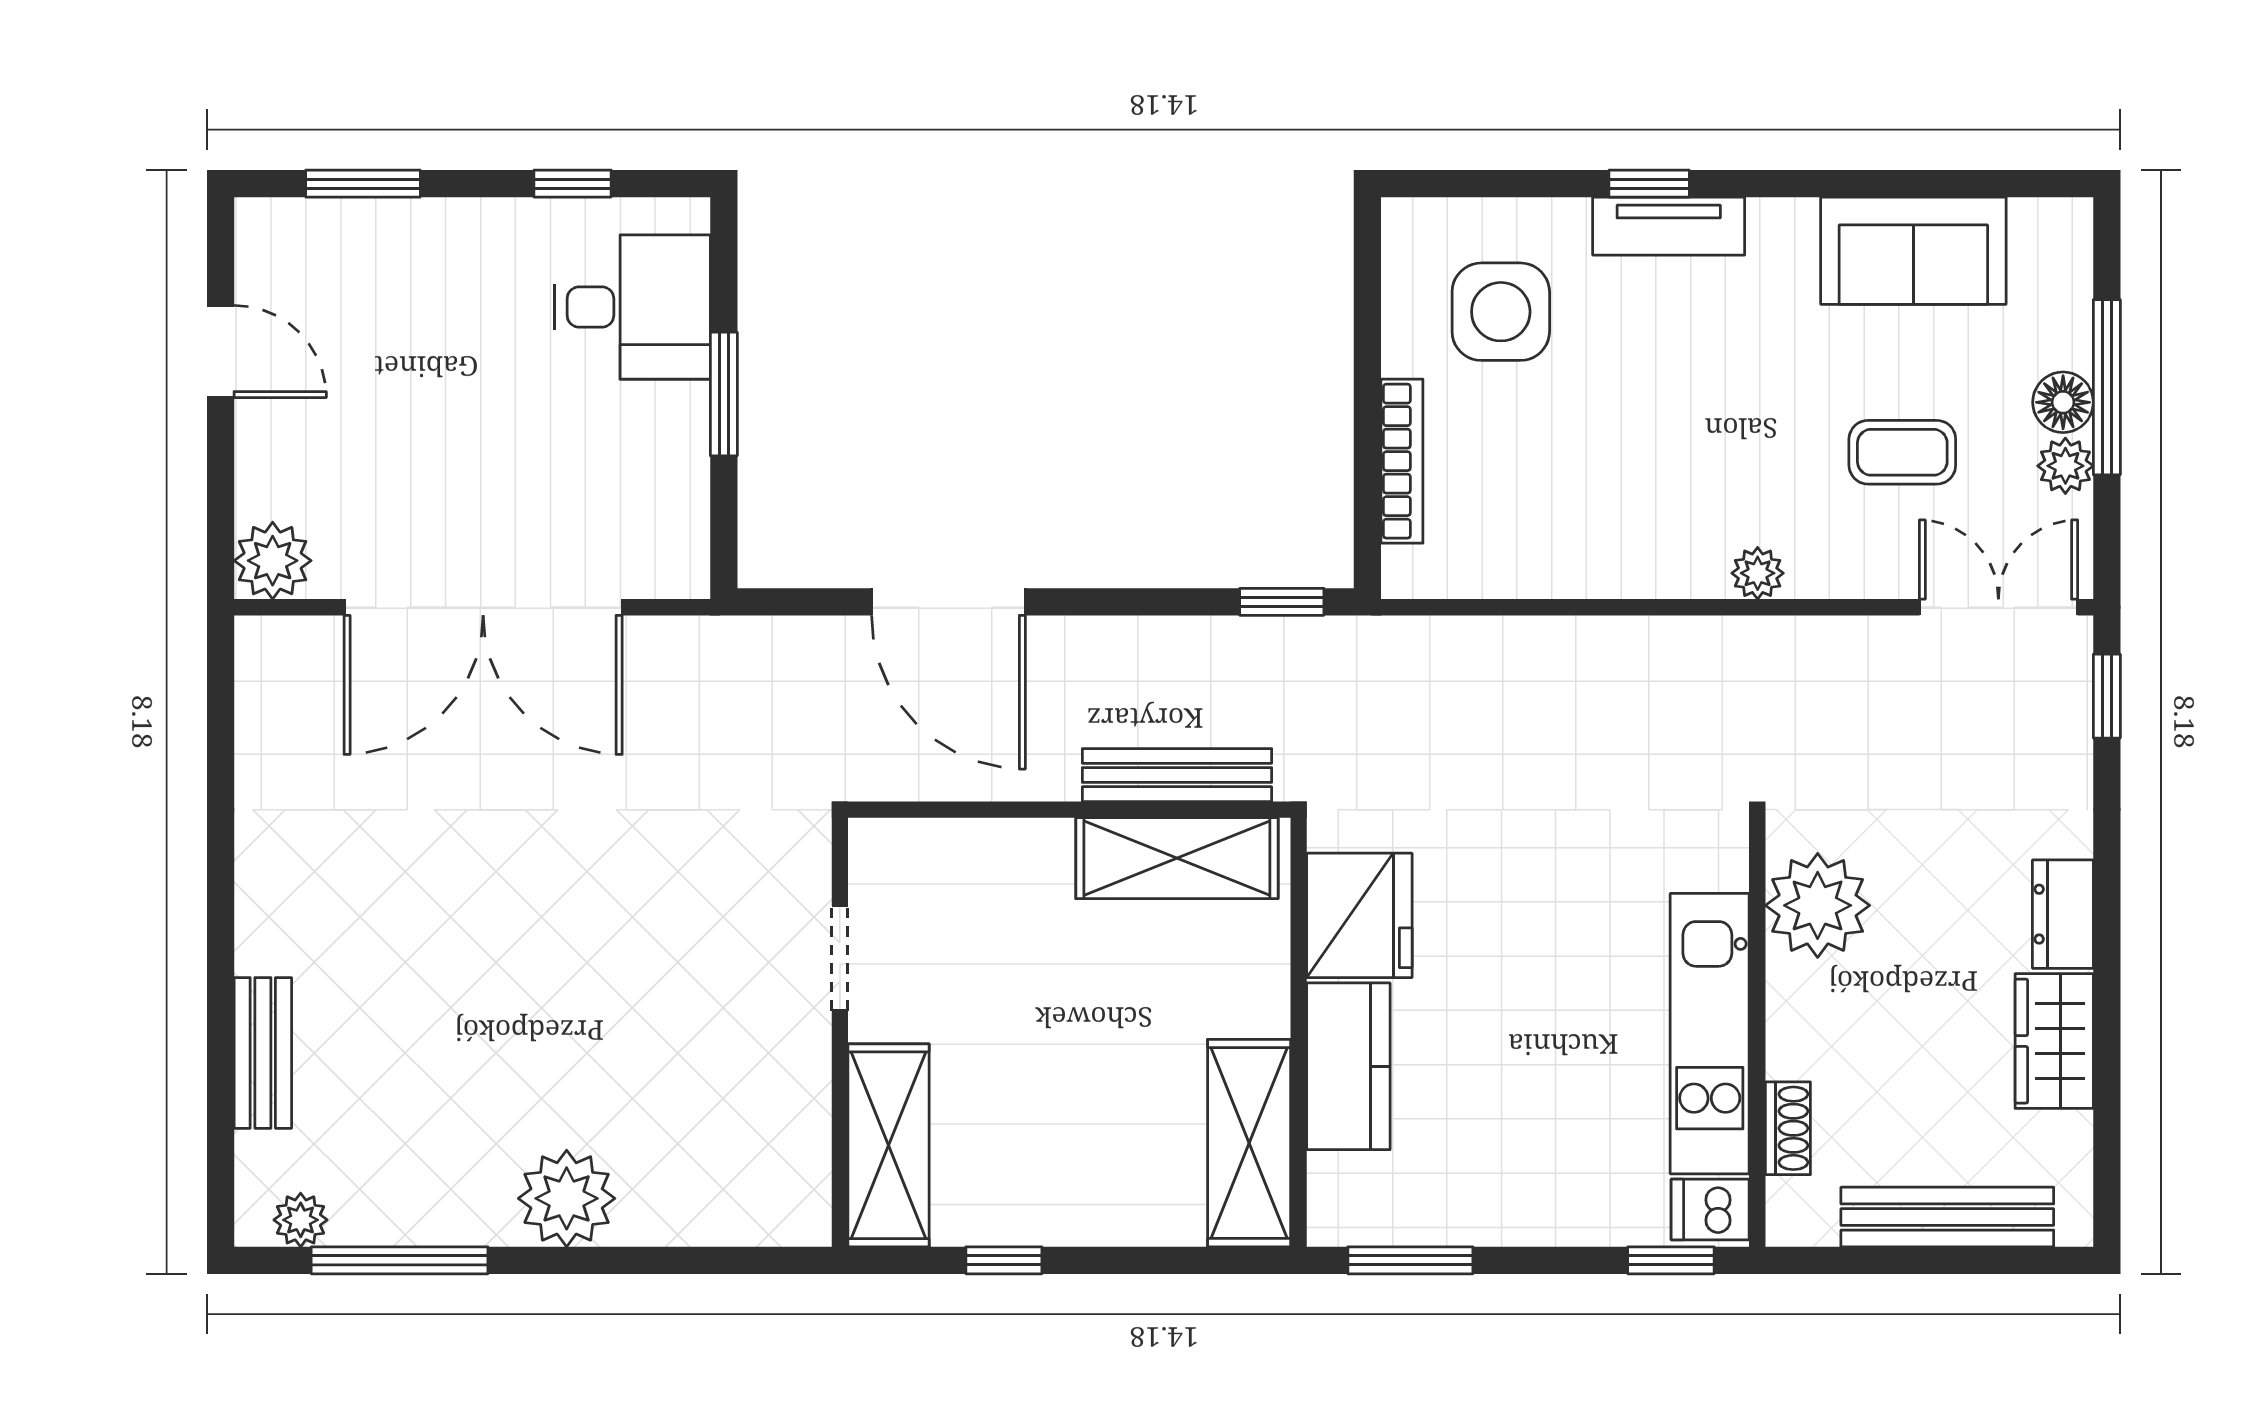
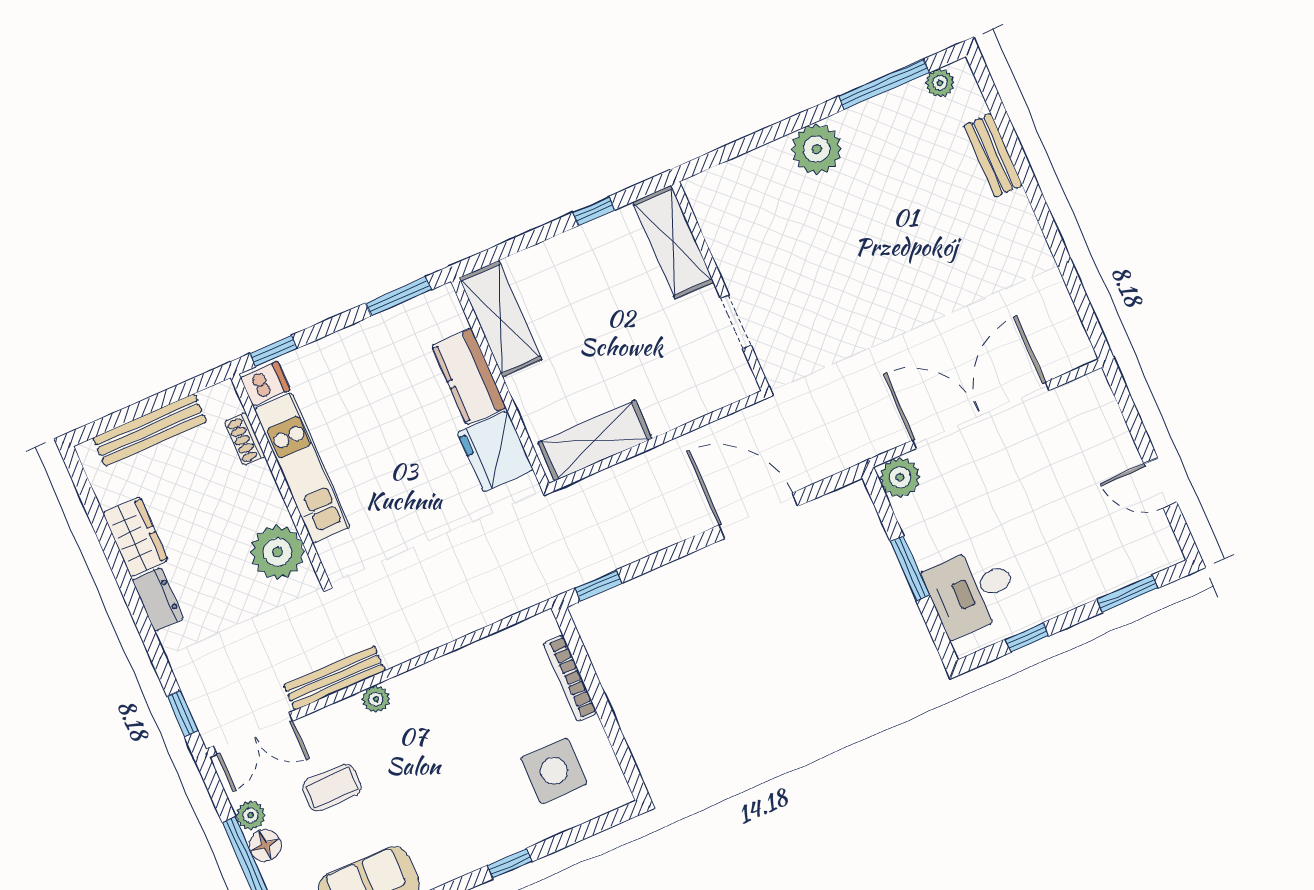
tv unit: (1669, 226) -> (491, 847), removed
plant: (273, 561) -> (900, 477), moved
bench: (1177, 775) -> (334, 678), moved

